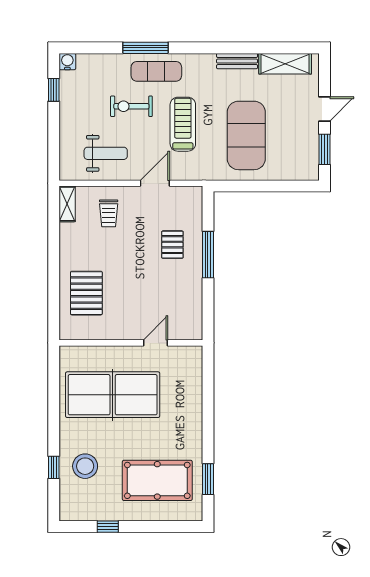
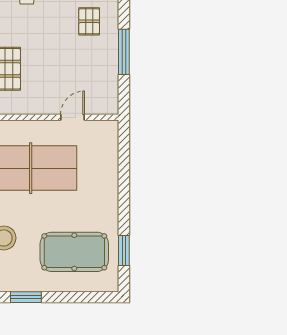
window: (208, 255) -> (124, 52), moved
window: (108, 527) -> (26, 297), width x1.50

